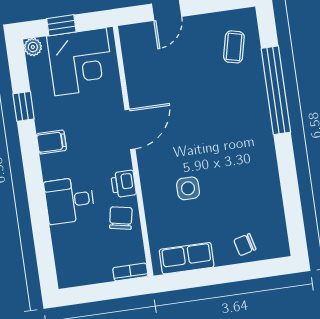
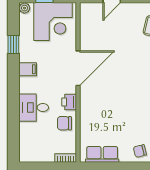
door: (130, 129) -> (78, 68), width x1.36
side table: (188, 188) -> (109, 111), removed
chair: (121, 218) -> (64, 123), turned -101

